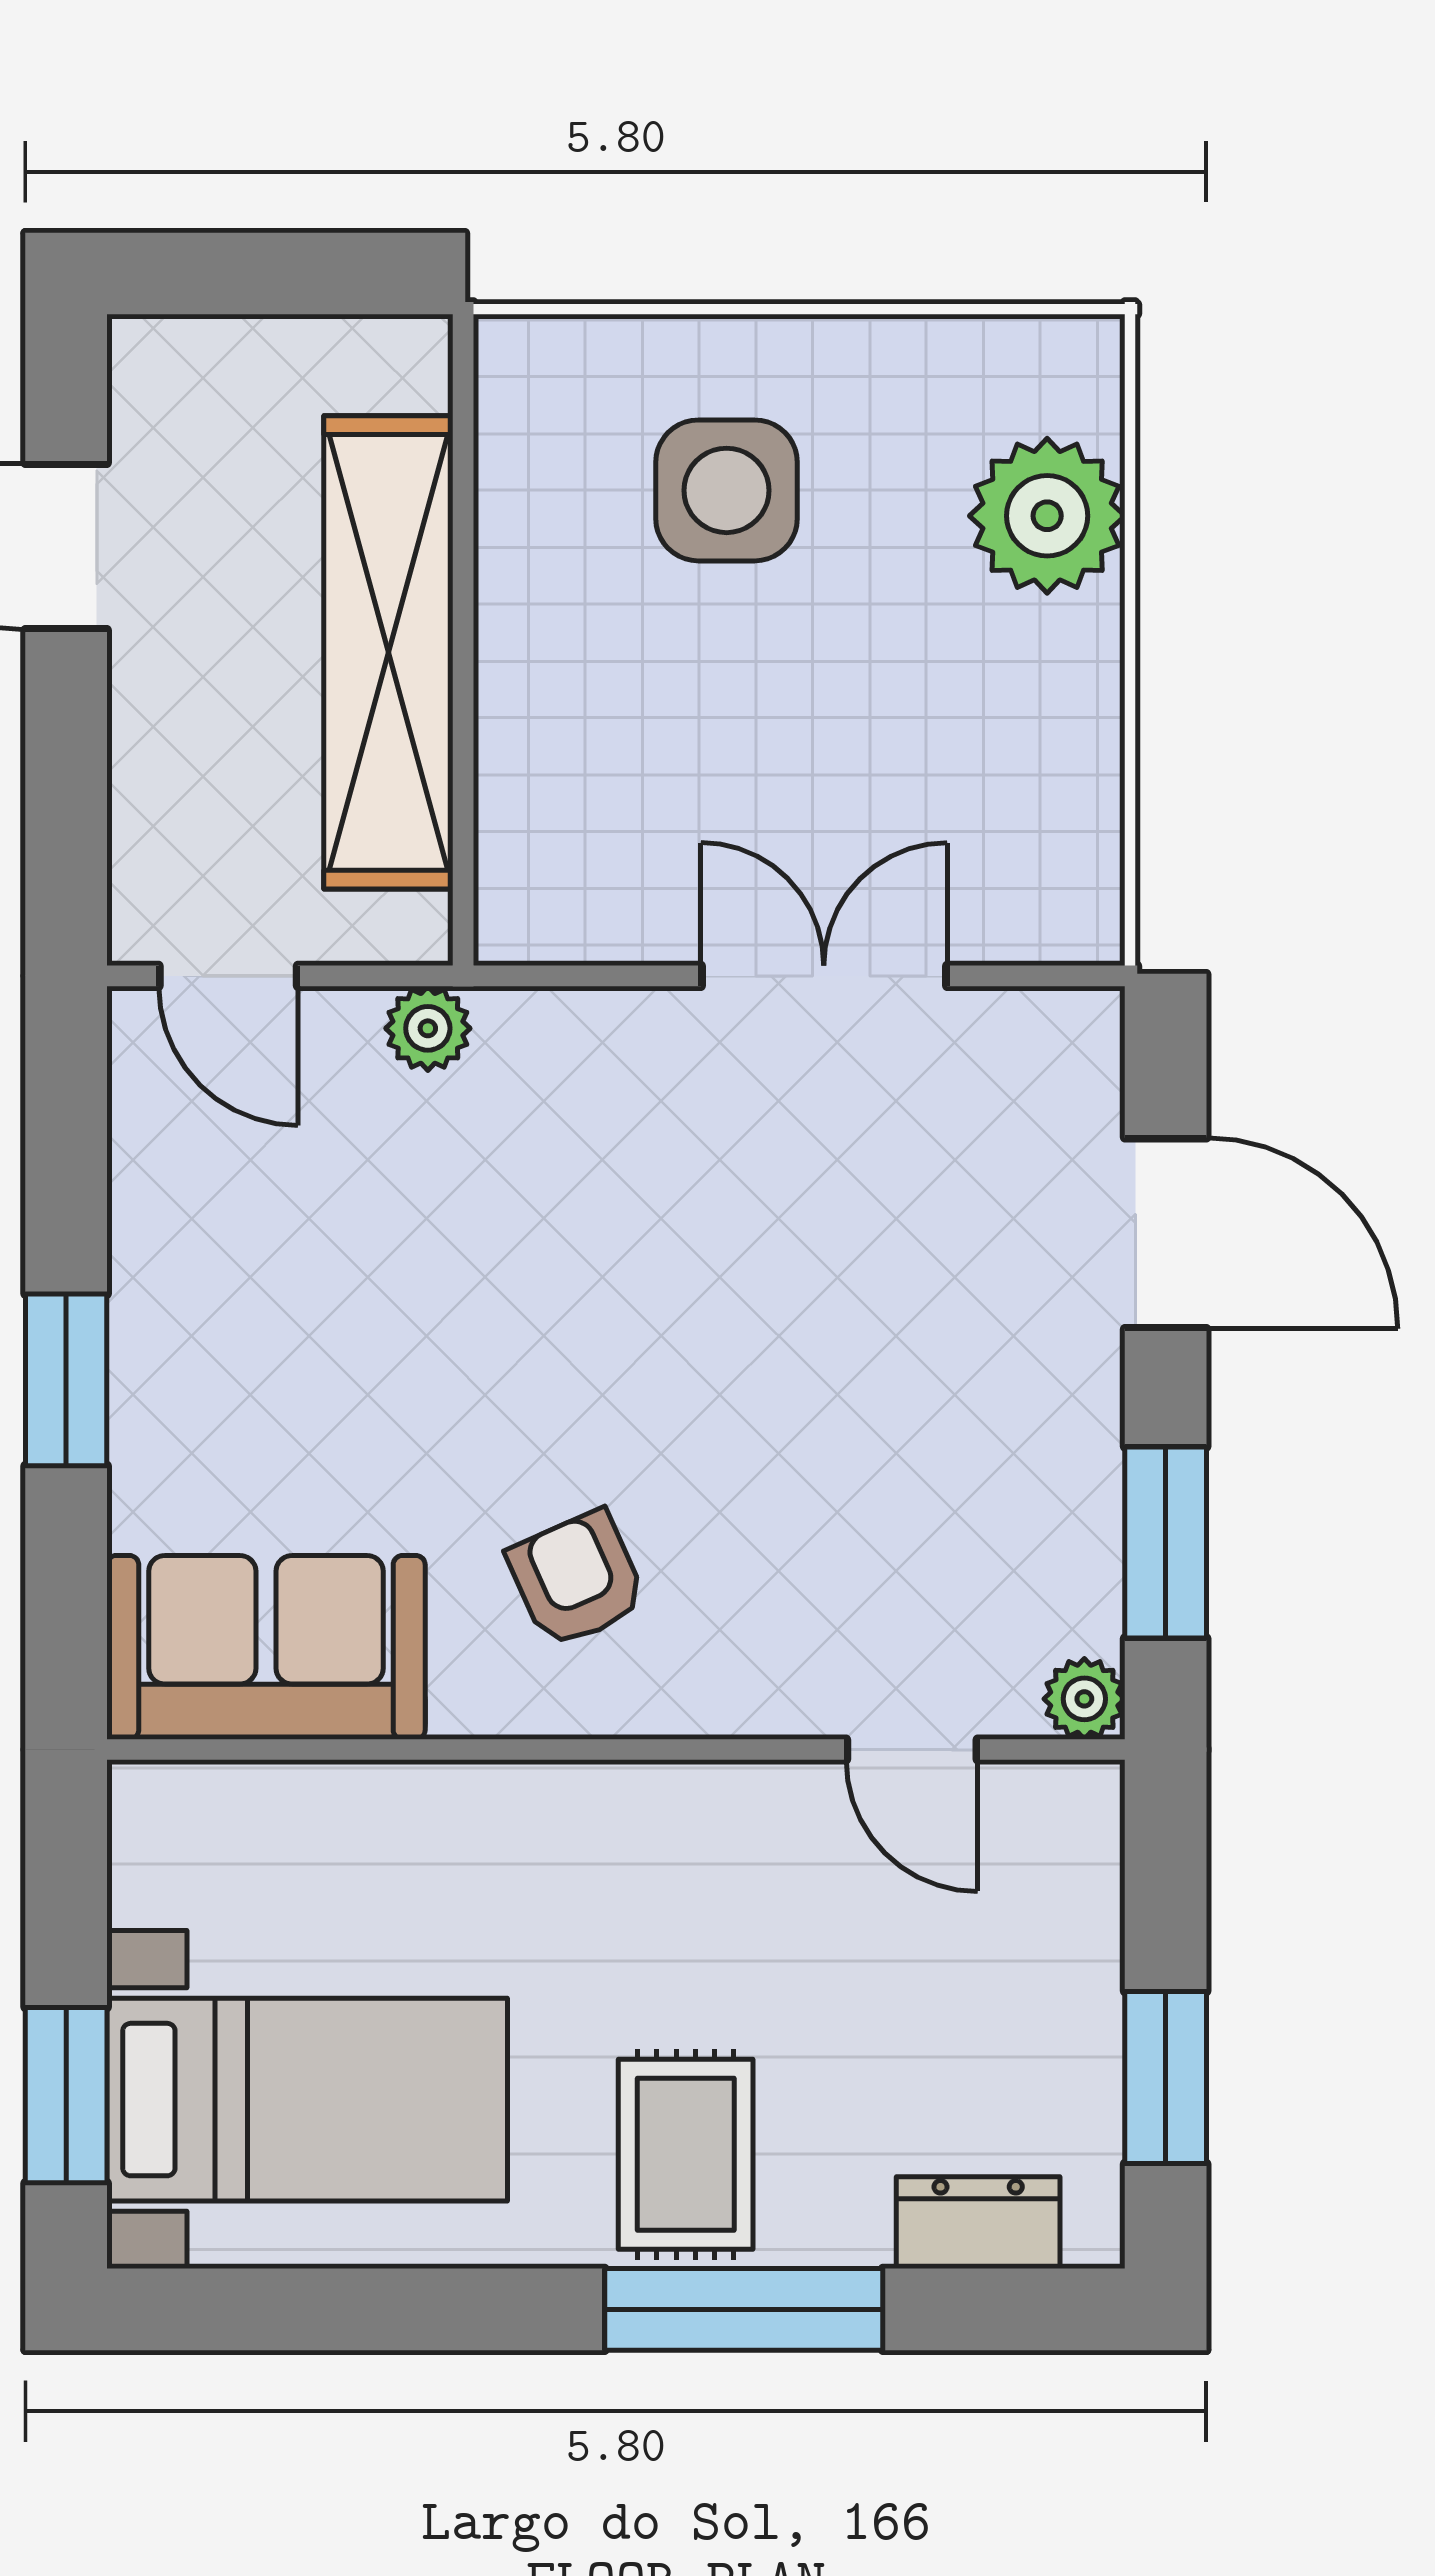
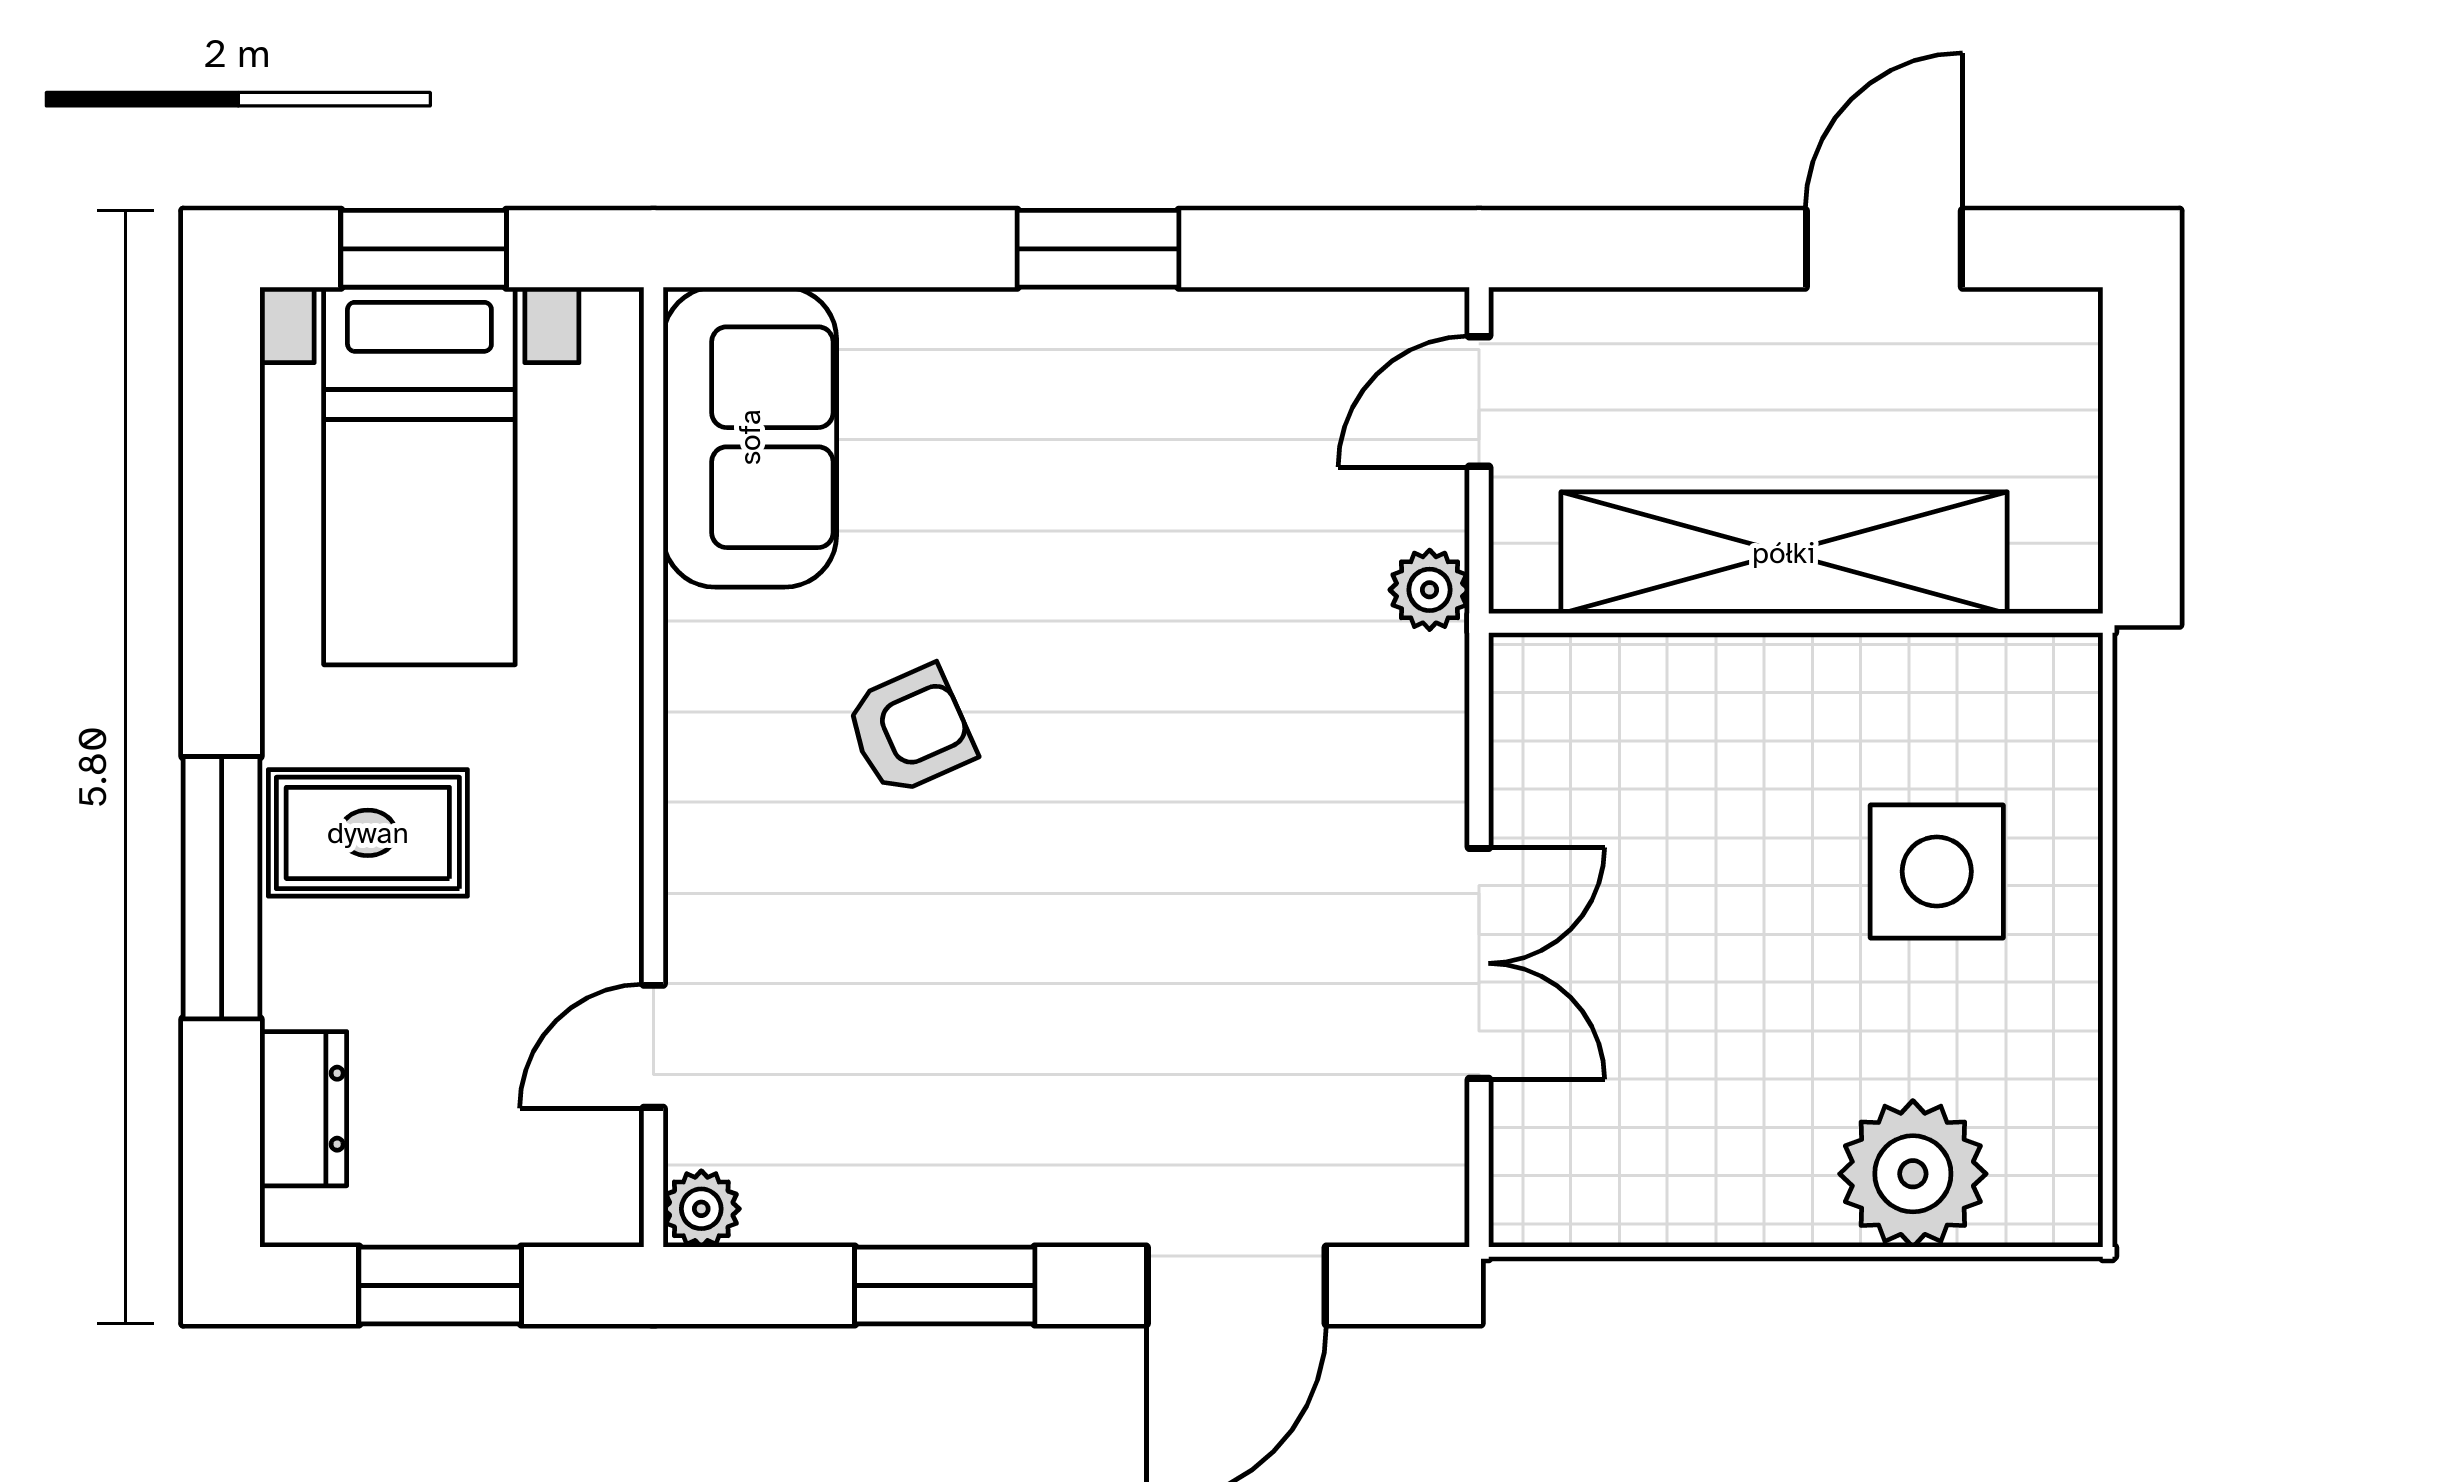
sofa: (266, 1647) -> (750, 437), moved
plant: (1084, 1699) -> (701, 1209), moved
wall: (616, 1750) -> (653, 767), moved
door: (912, 1750) -> (653, 1046), moved

